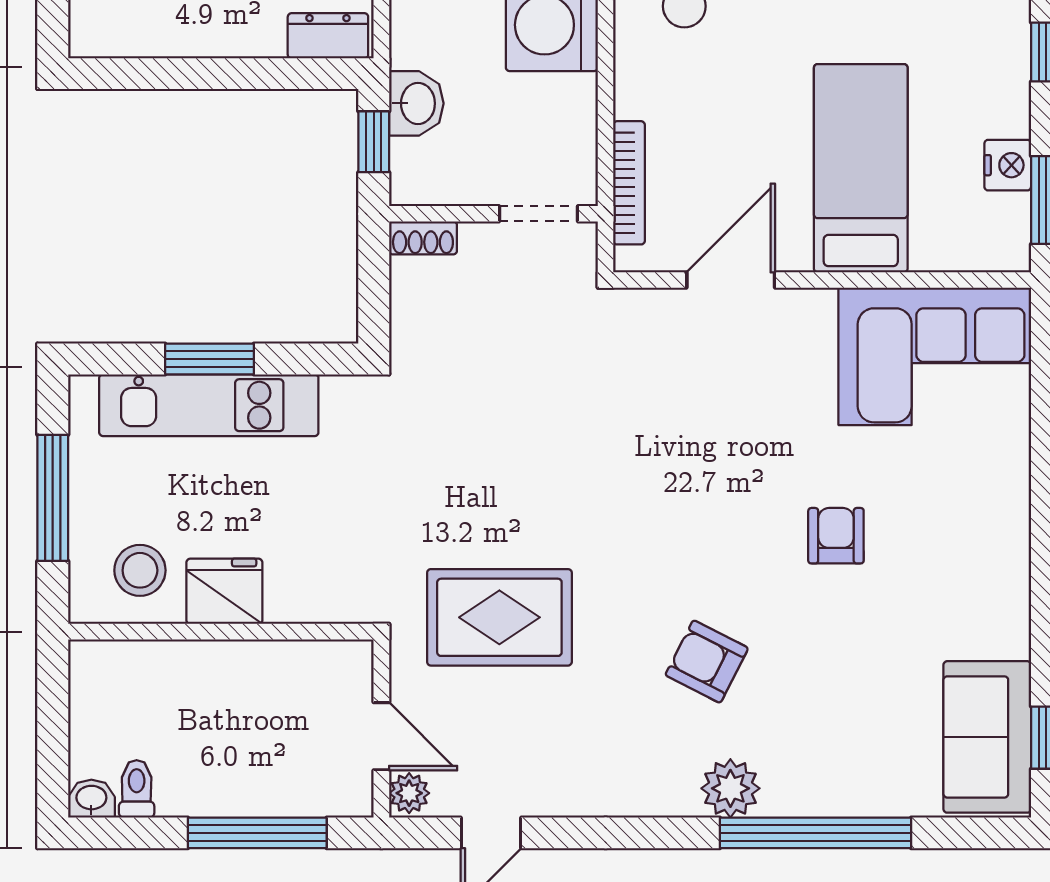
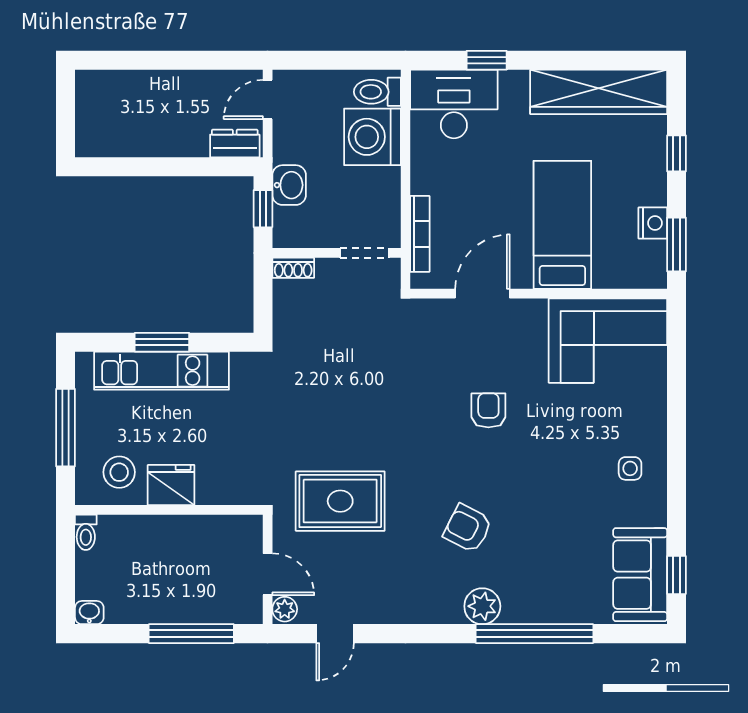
armchair: (836, 536) -> (488, 410), moved
side table: (971, 564) -> (630, 468), added
toilet: (137, 789) -> (86, 532), moved, turned 180

